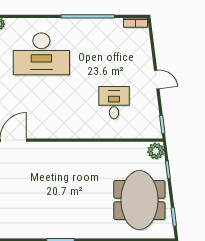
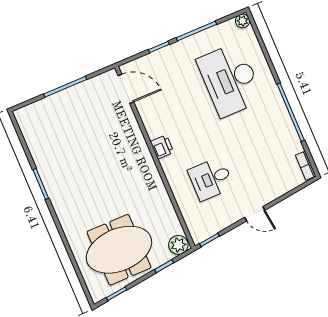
door: (157, 79) -> (255, 214), hinge flipped
desk: (114, 103) -> (211, 179), turned 180
printer: (72, 131) -> (162, 147), added

